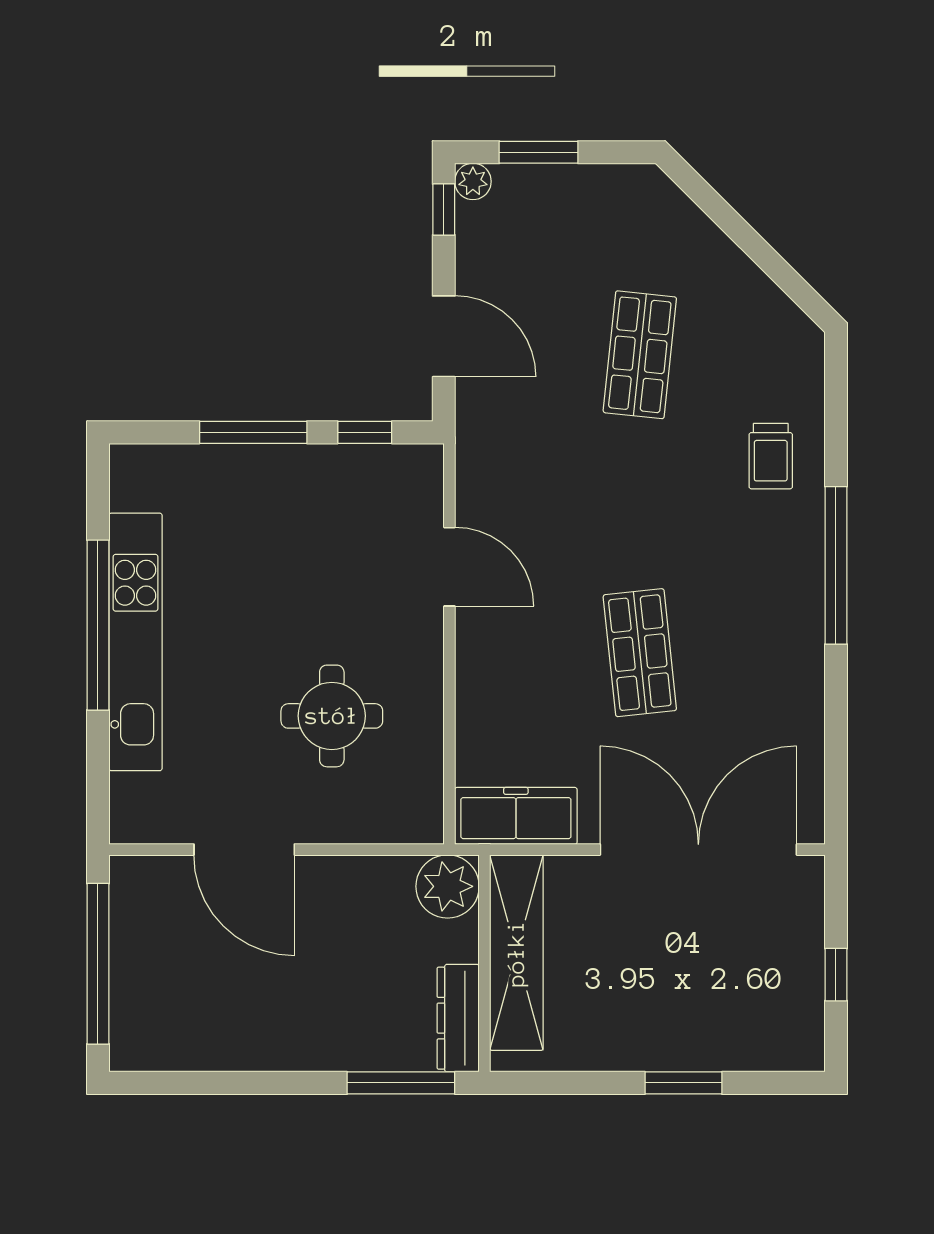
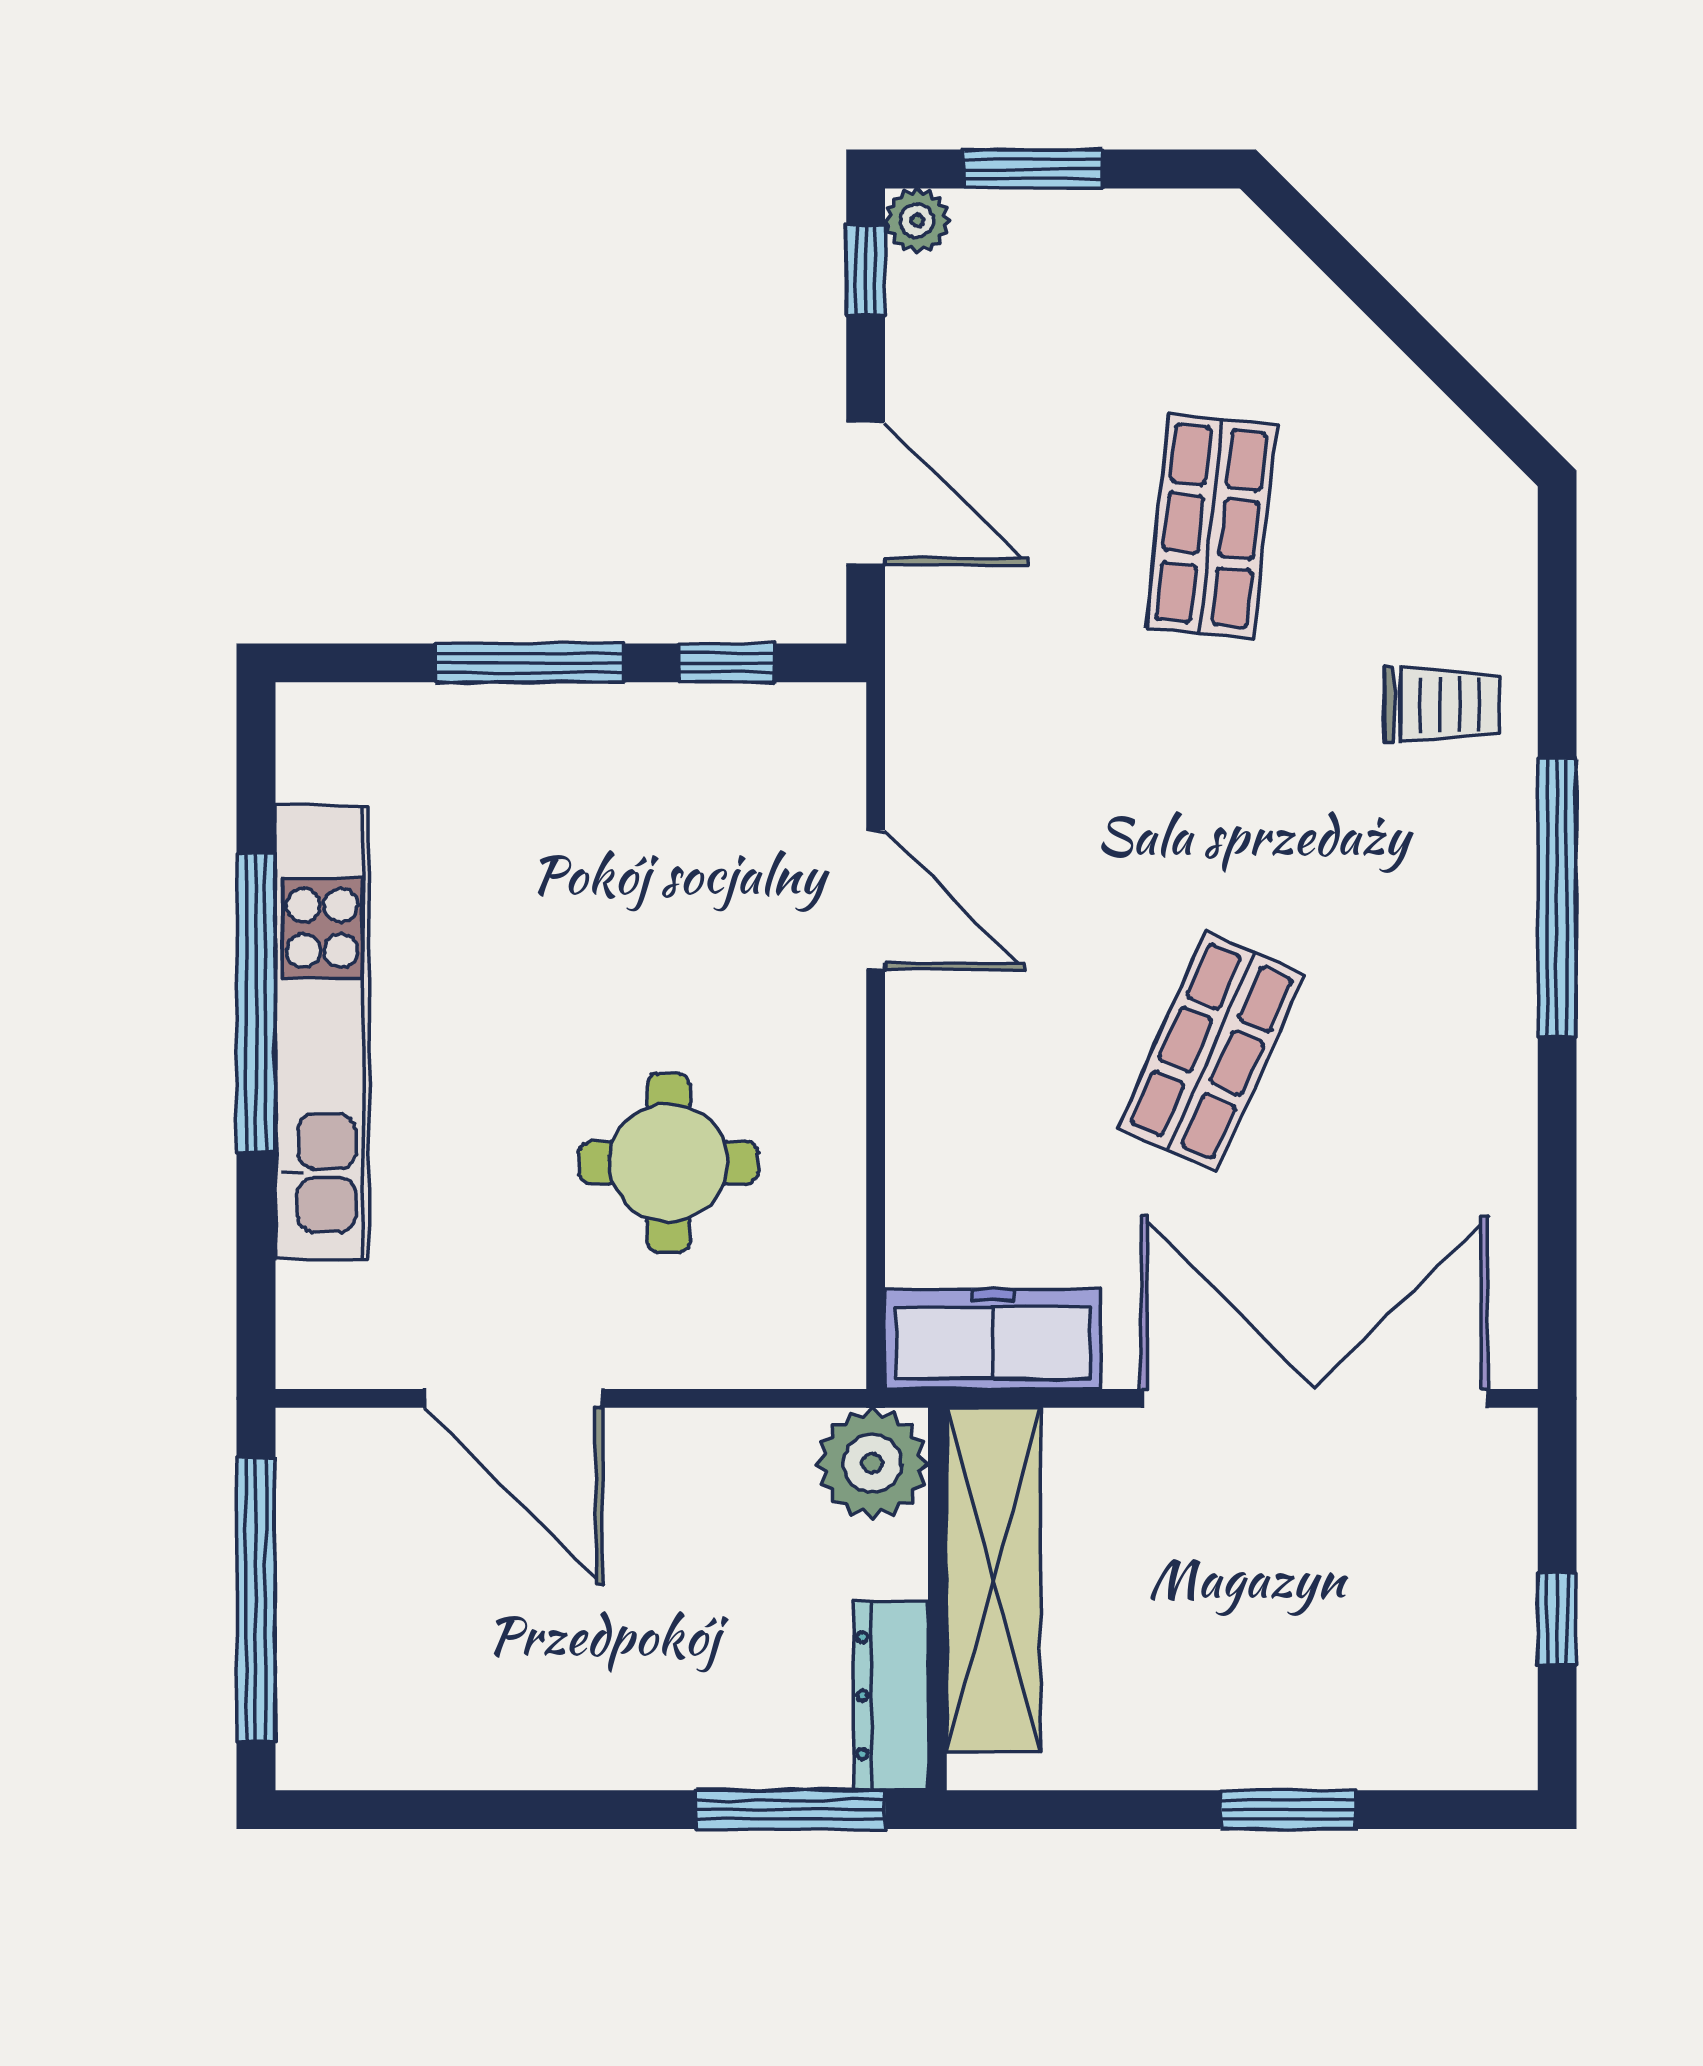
trolley: (771, 456) -> (1442, 705), turned -90
shop shelf: (640, 653) -> (1211, 1051), turned 30

